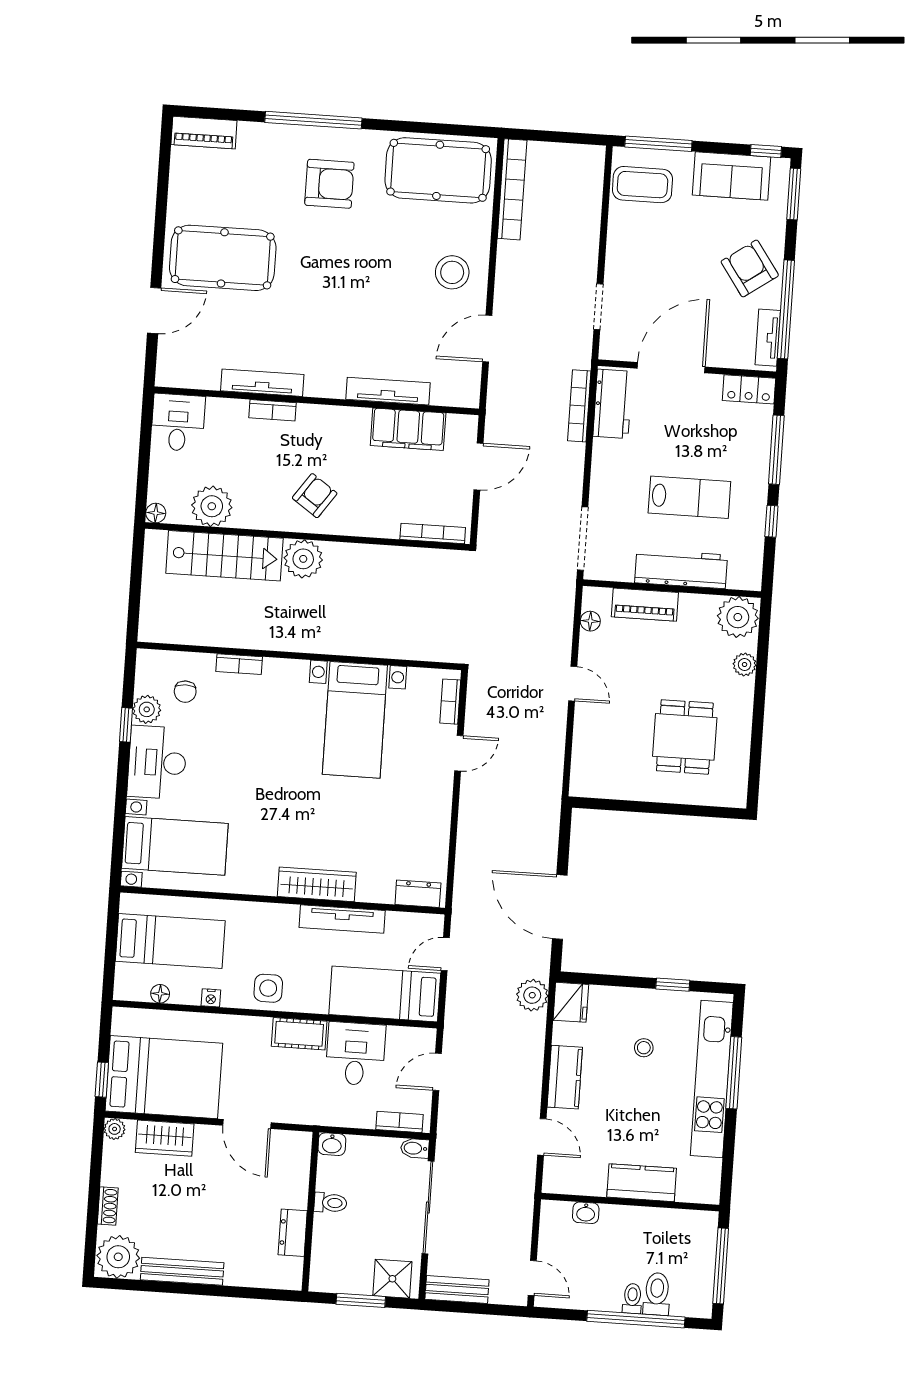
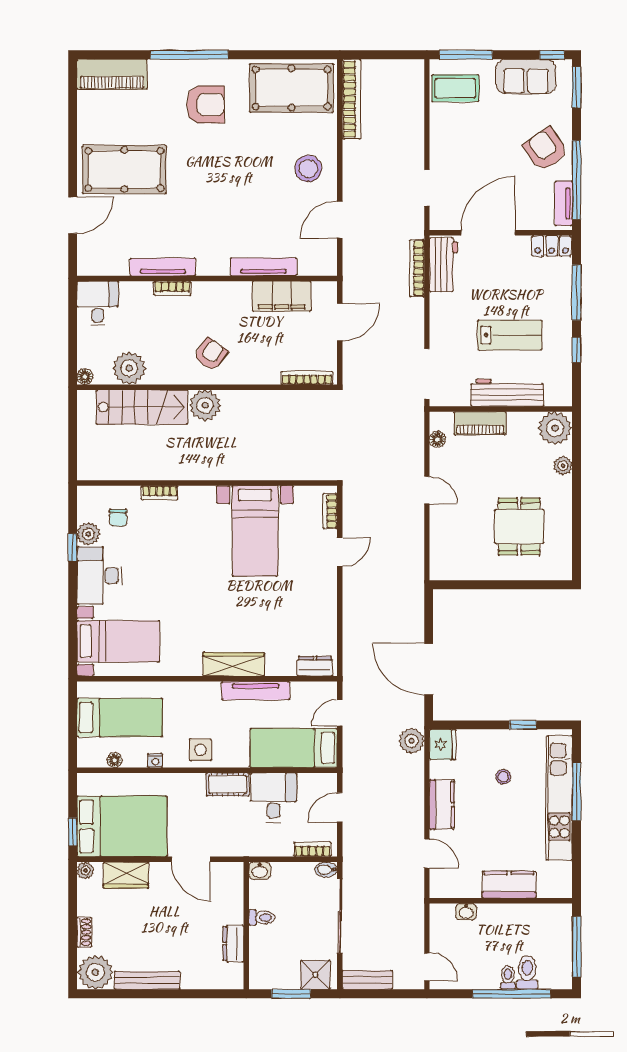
piano: (204, 133) -> (112, 74), width x1.37, depth x1.33

